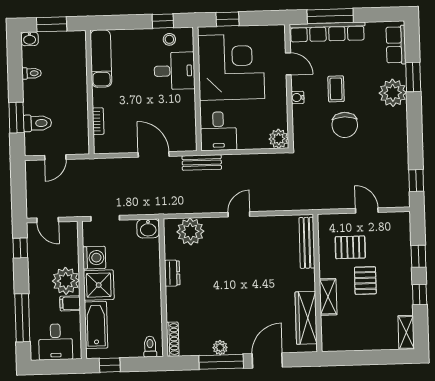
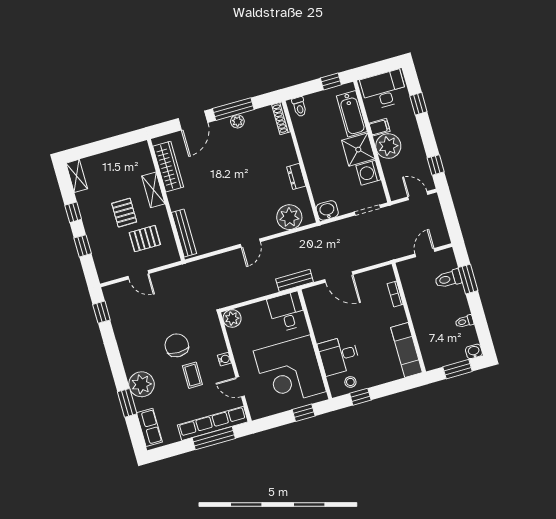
window: (22, 318) -> (418, 104), width x0.46
desk: (56, 342) -> (384, 90), width x1.37

